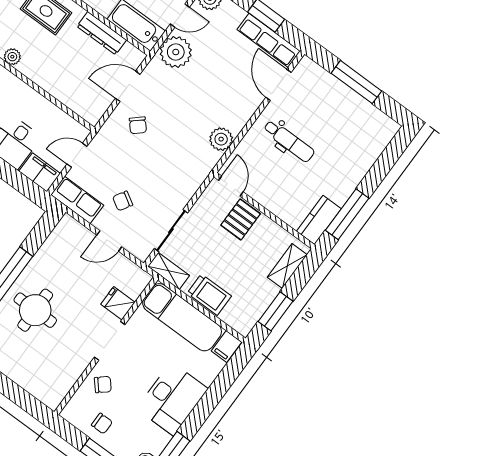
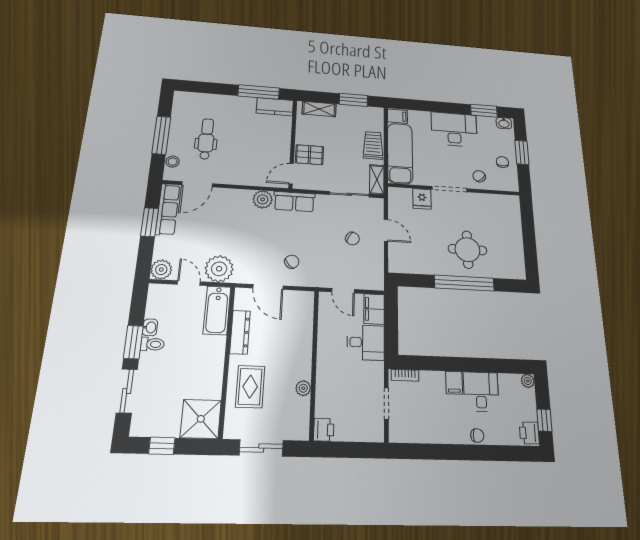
stool: (319, 76) -> (173, 162), added
dental chair: (289, 141) -> (206, 139), moved
row of seats: (77, 200) -> (294, 202), moved, turned -90

